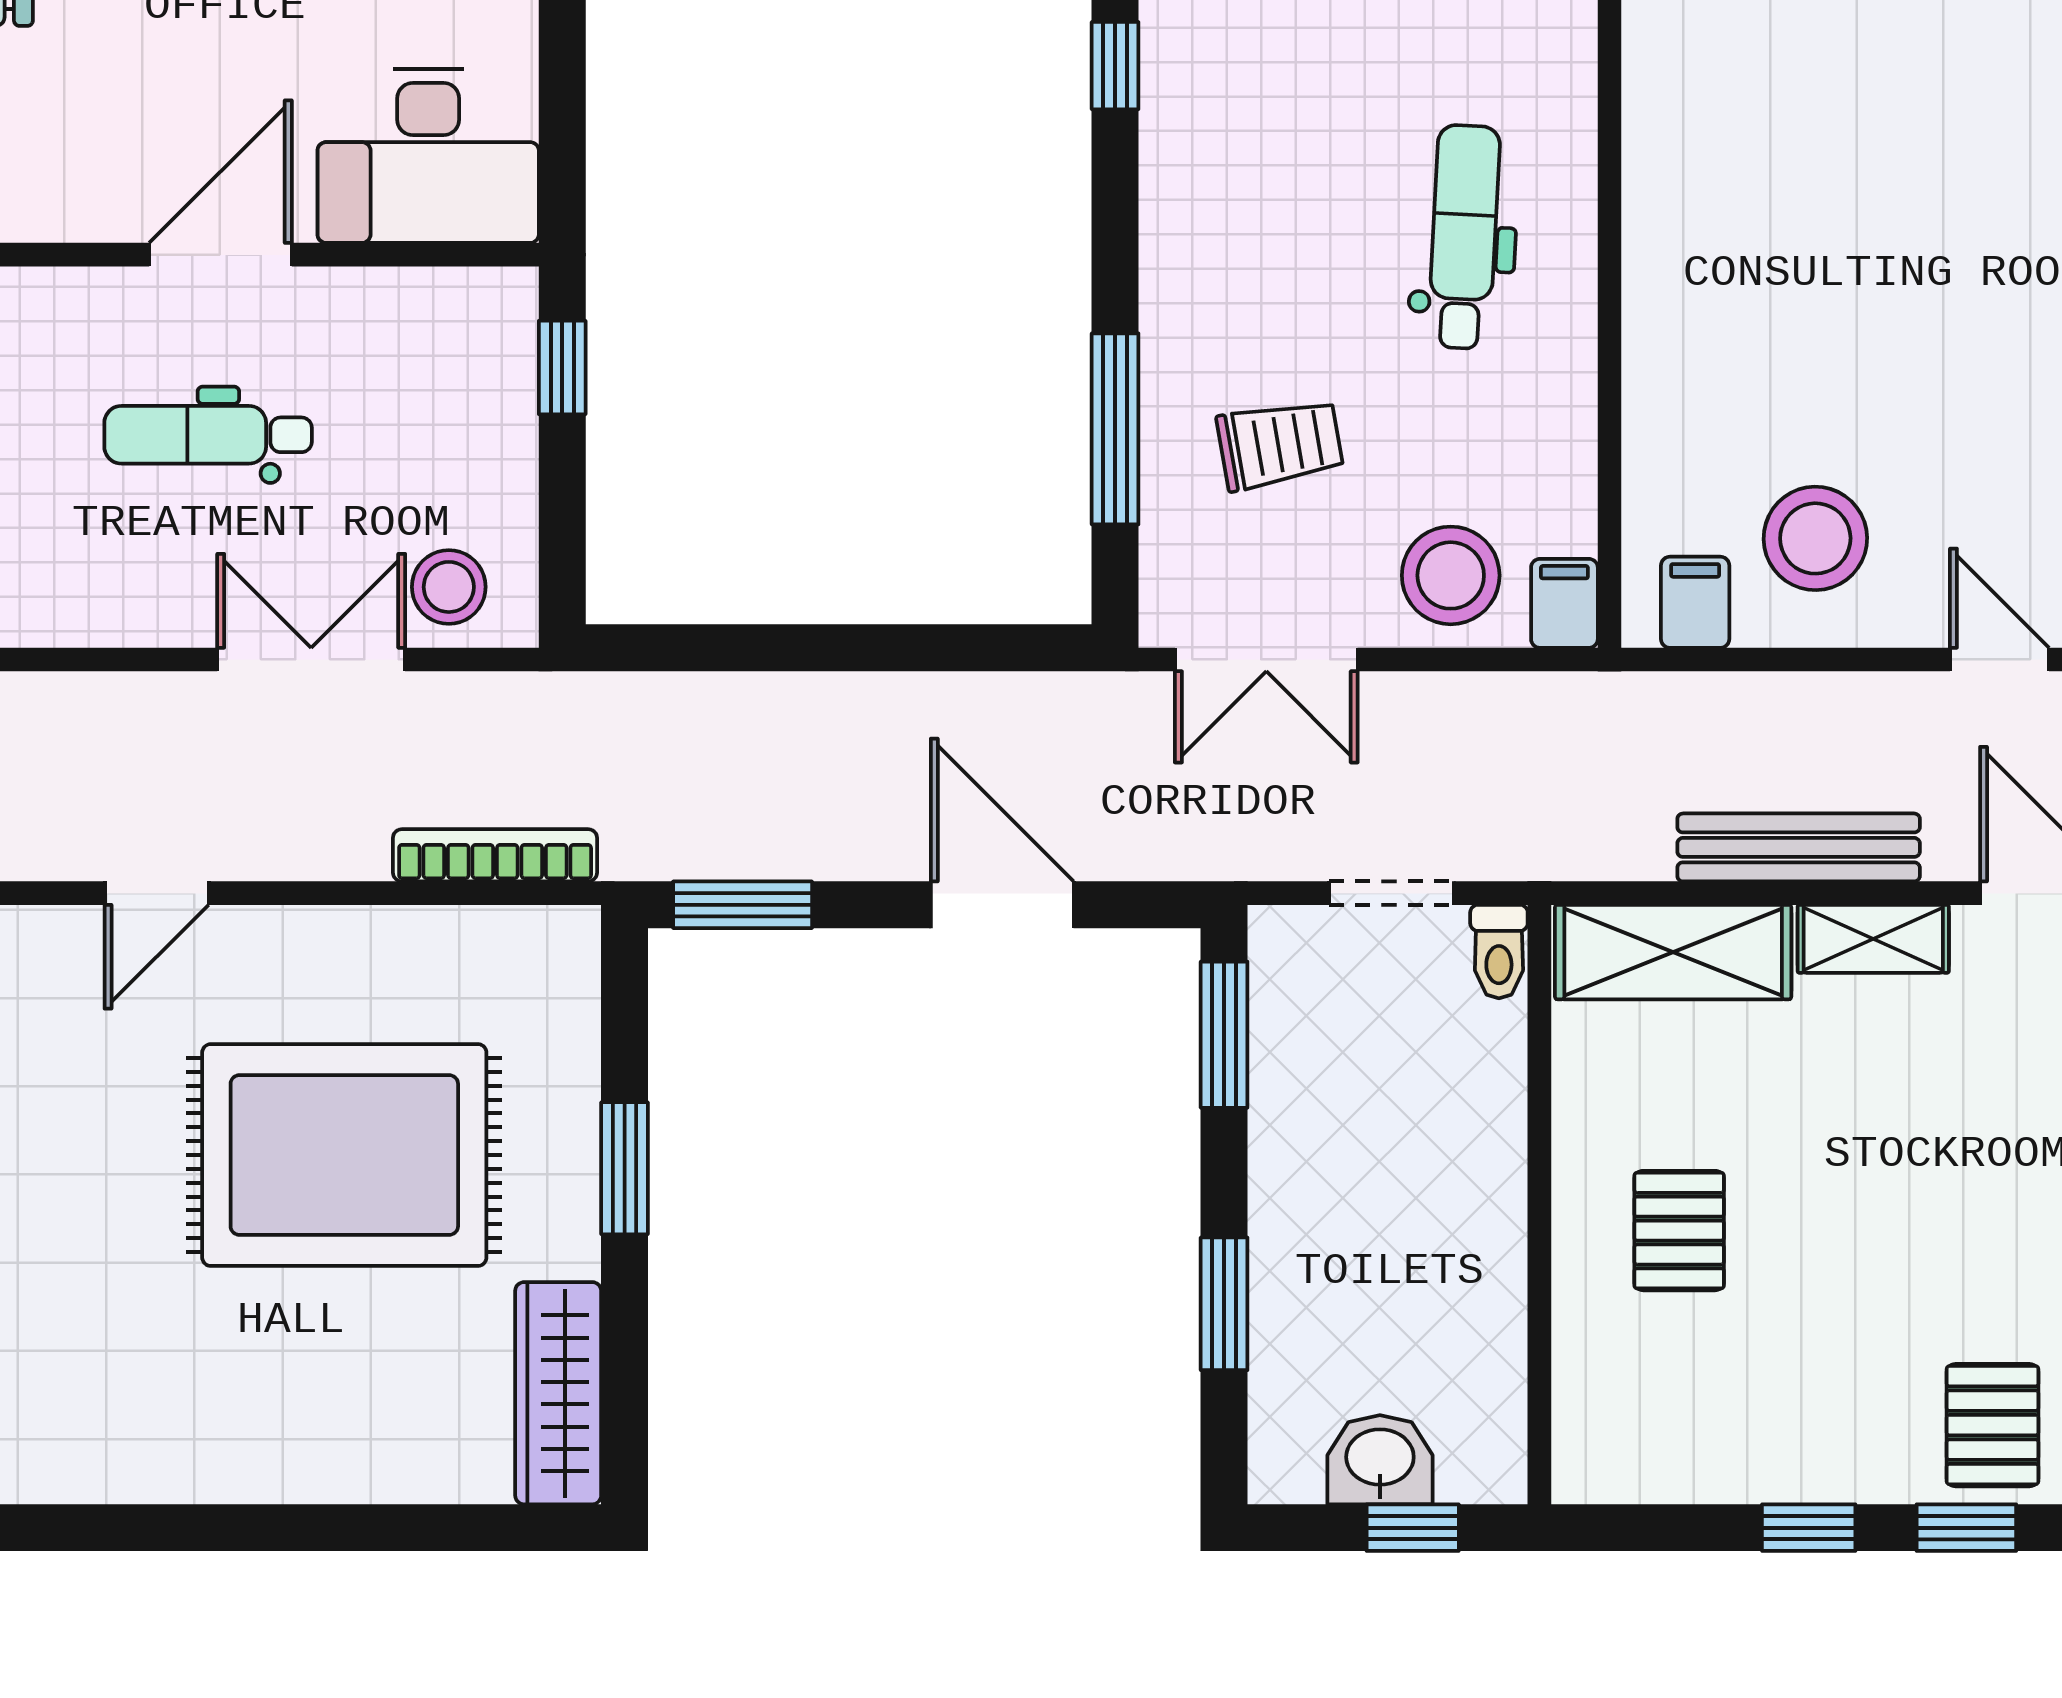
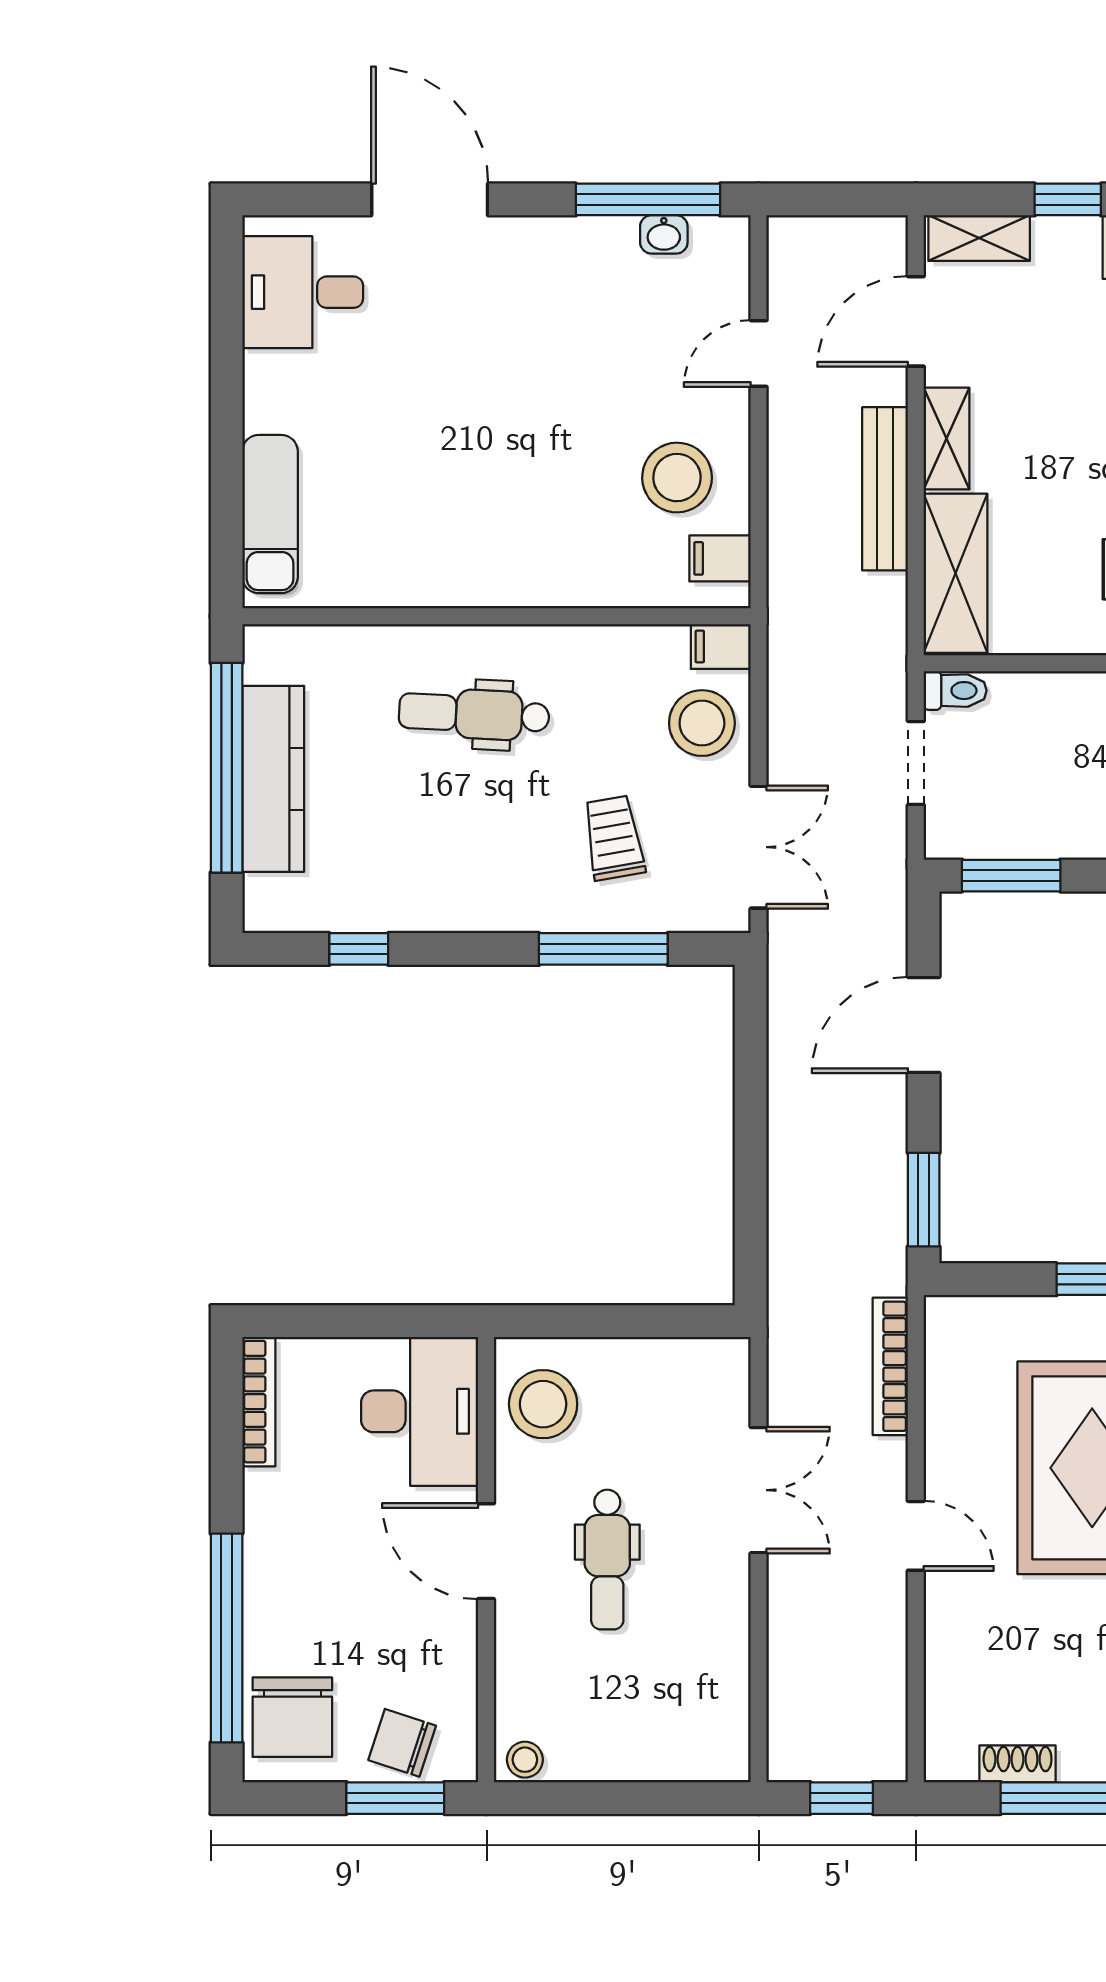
window: (562, 367) -> (562, 1321), removed
stool: (449, 587) -> (543, 1404), moved, width x1.38, depth x1.38
double door: (311, 659) -> (759, 1490), swing flipped
door: (157, 893) -> (916, 1536), moved

